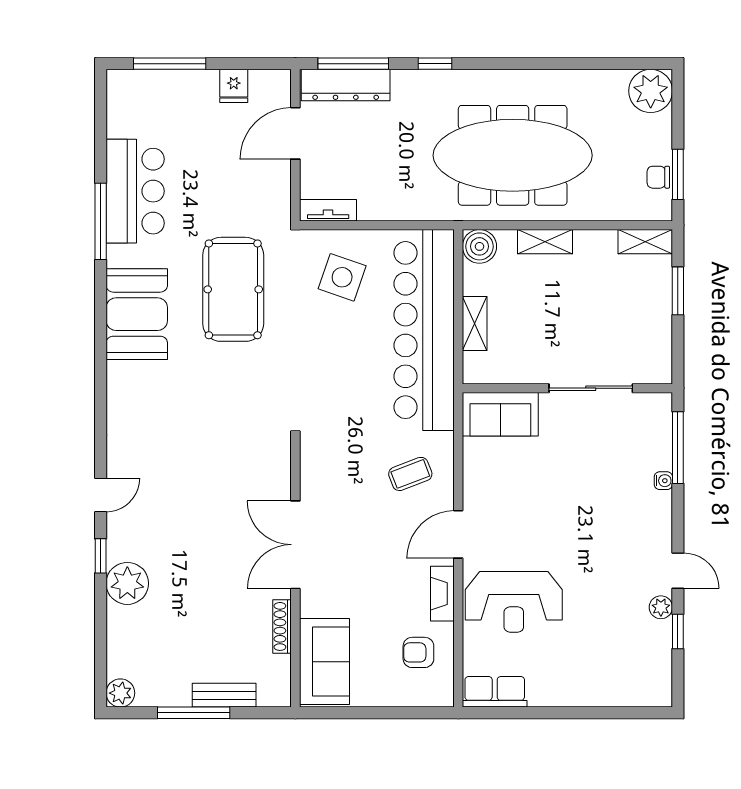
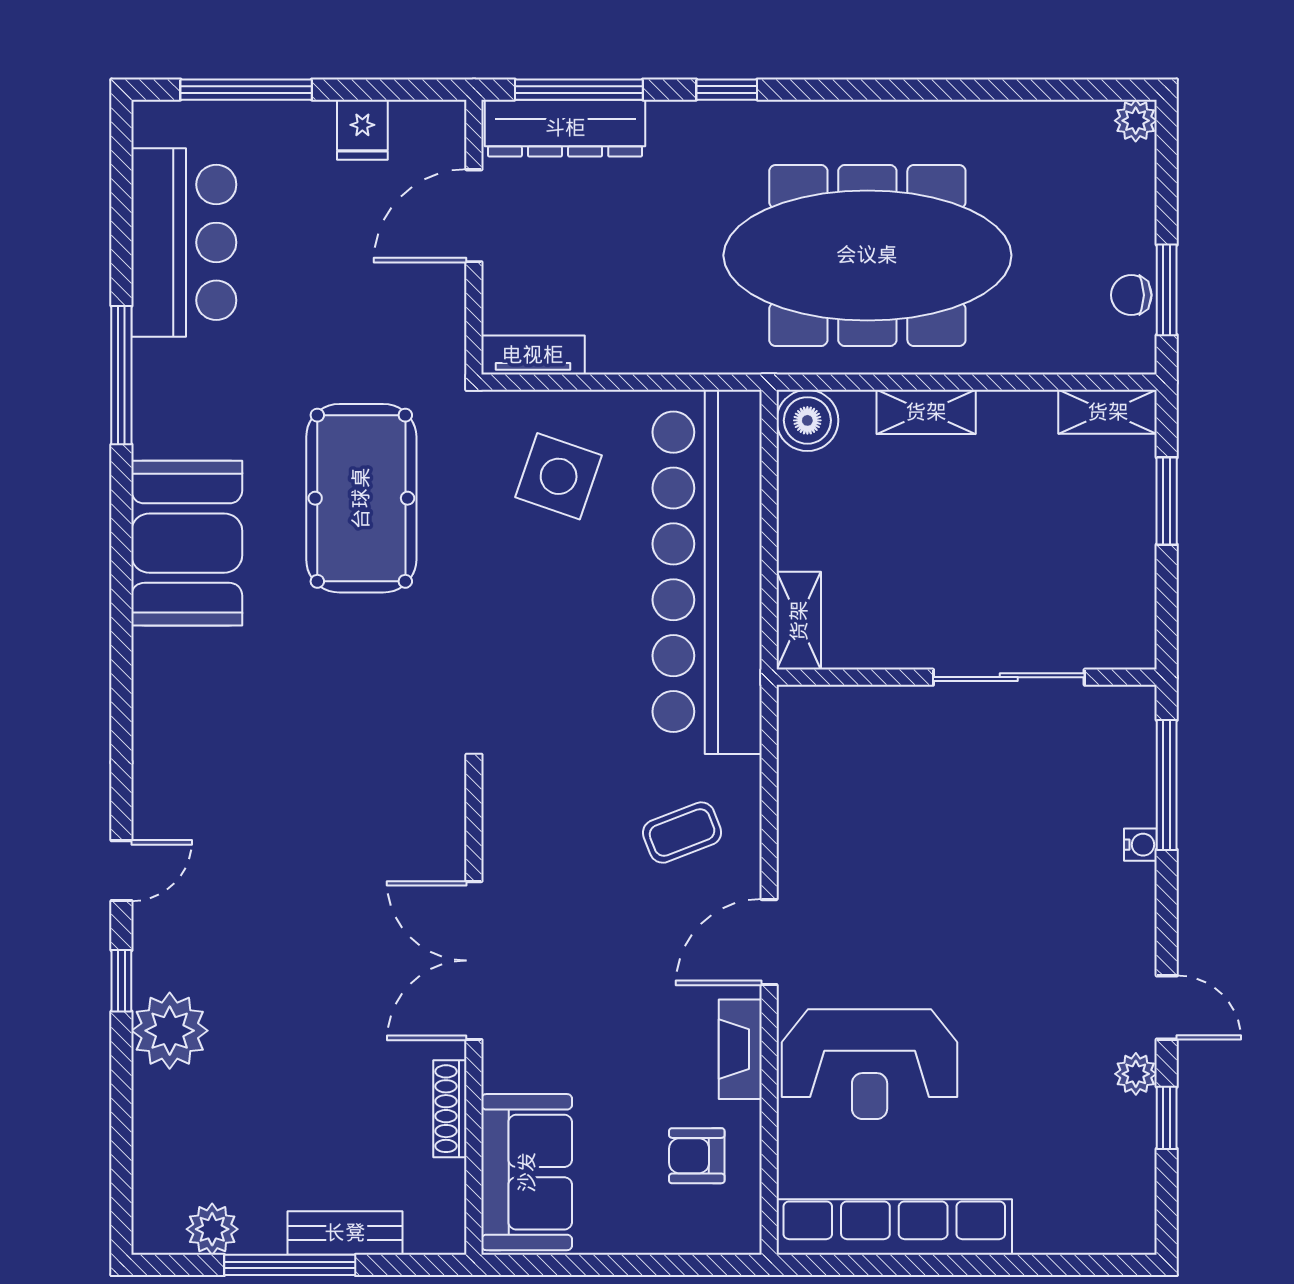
plant: (651, 91) -> (1136, 121), width x0.53, depth x0.53
bar counter: (135, 191) -> (184, 242), moved
shelving: (475, 323) -> (799, 621), moved
sofa: (500, 414) -> (845, 724), removed
row of seats: (495, 692) -> (894, 1227), width x2.02
plant: (120, 693) -> (212, 1229), moved

